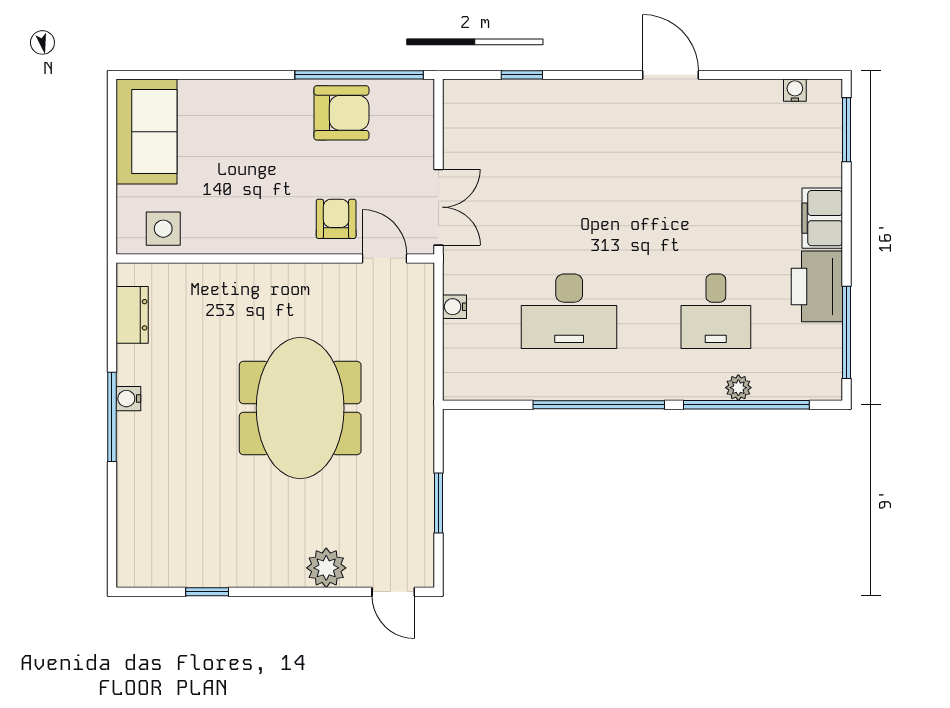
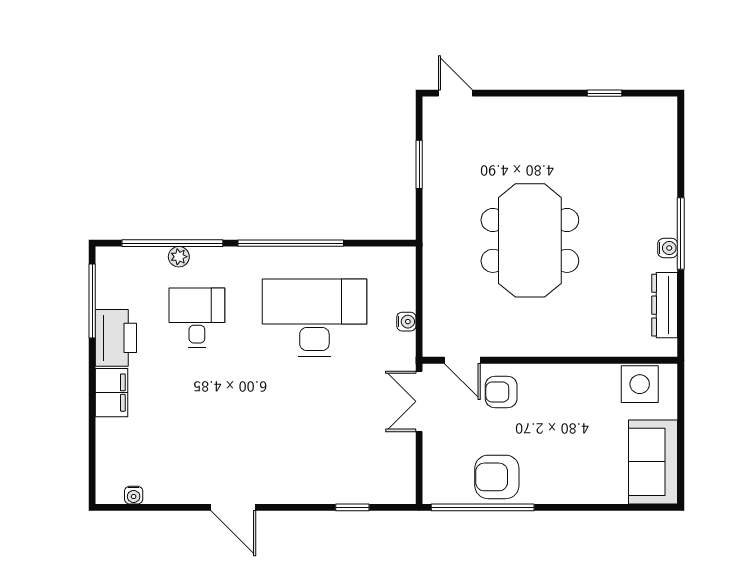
window: (847, 130) -> (92, 463), removed
armchair: (336, 219) -> (501, 392), turned 90
side table: (163, 229) -> (640, 384), width x1.37, depth x1.37
desk: (569, 311) -> (314, 318), width x1.36, depth x1.30
dresser: (132, 315) -> (665, 305), width x1.44
plant: (326, 568) -> (509, 112), removed

